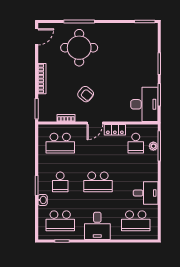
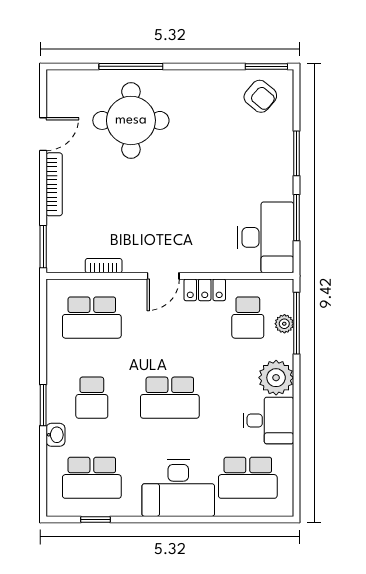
door: (37, 37) -> (43, 134), moved
armchair: (86, 94) -> (260, 96), moved
plant: (149, 172) -> (276, 378), added
desk: (97, 226) -> (178, 488), width x1.37

